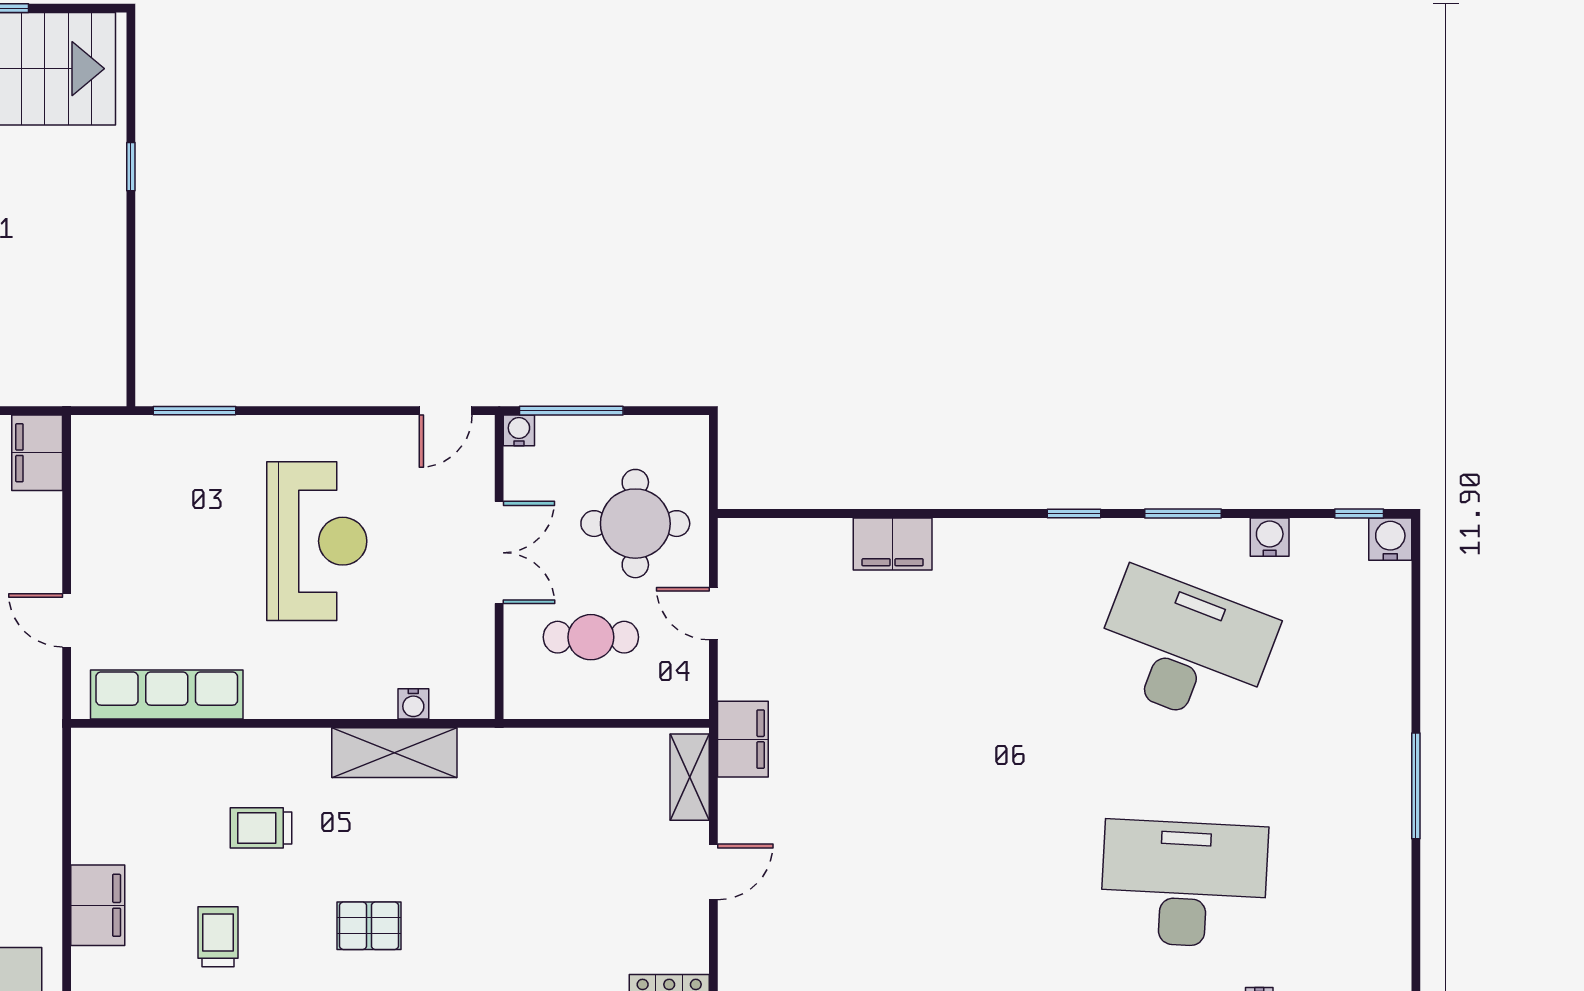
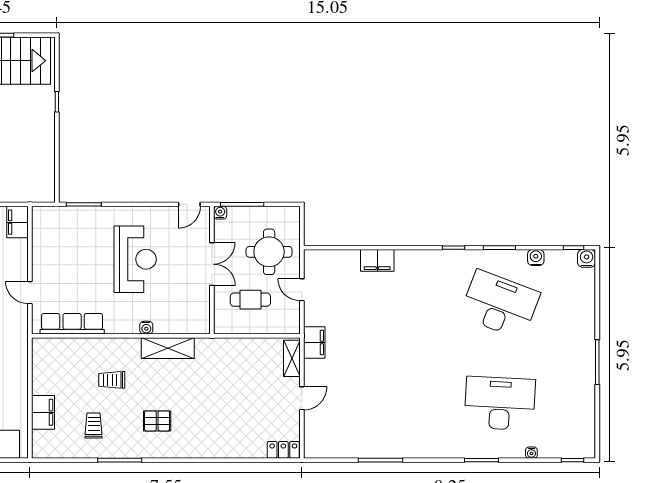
water cooler: (413, 704) -> (146, 328), moved

